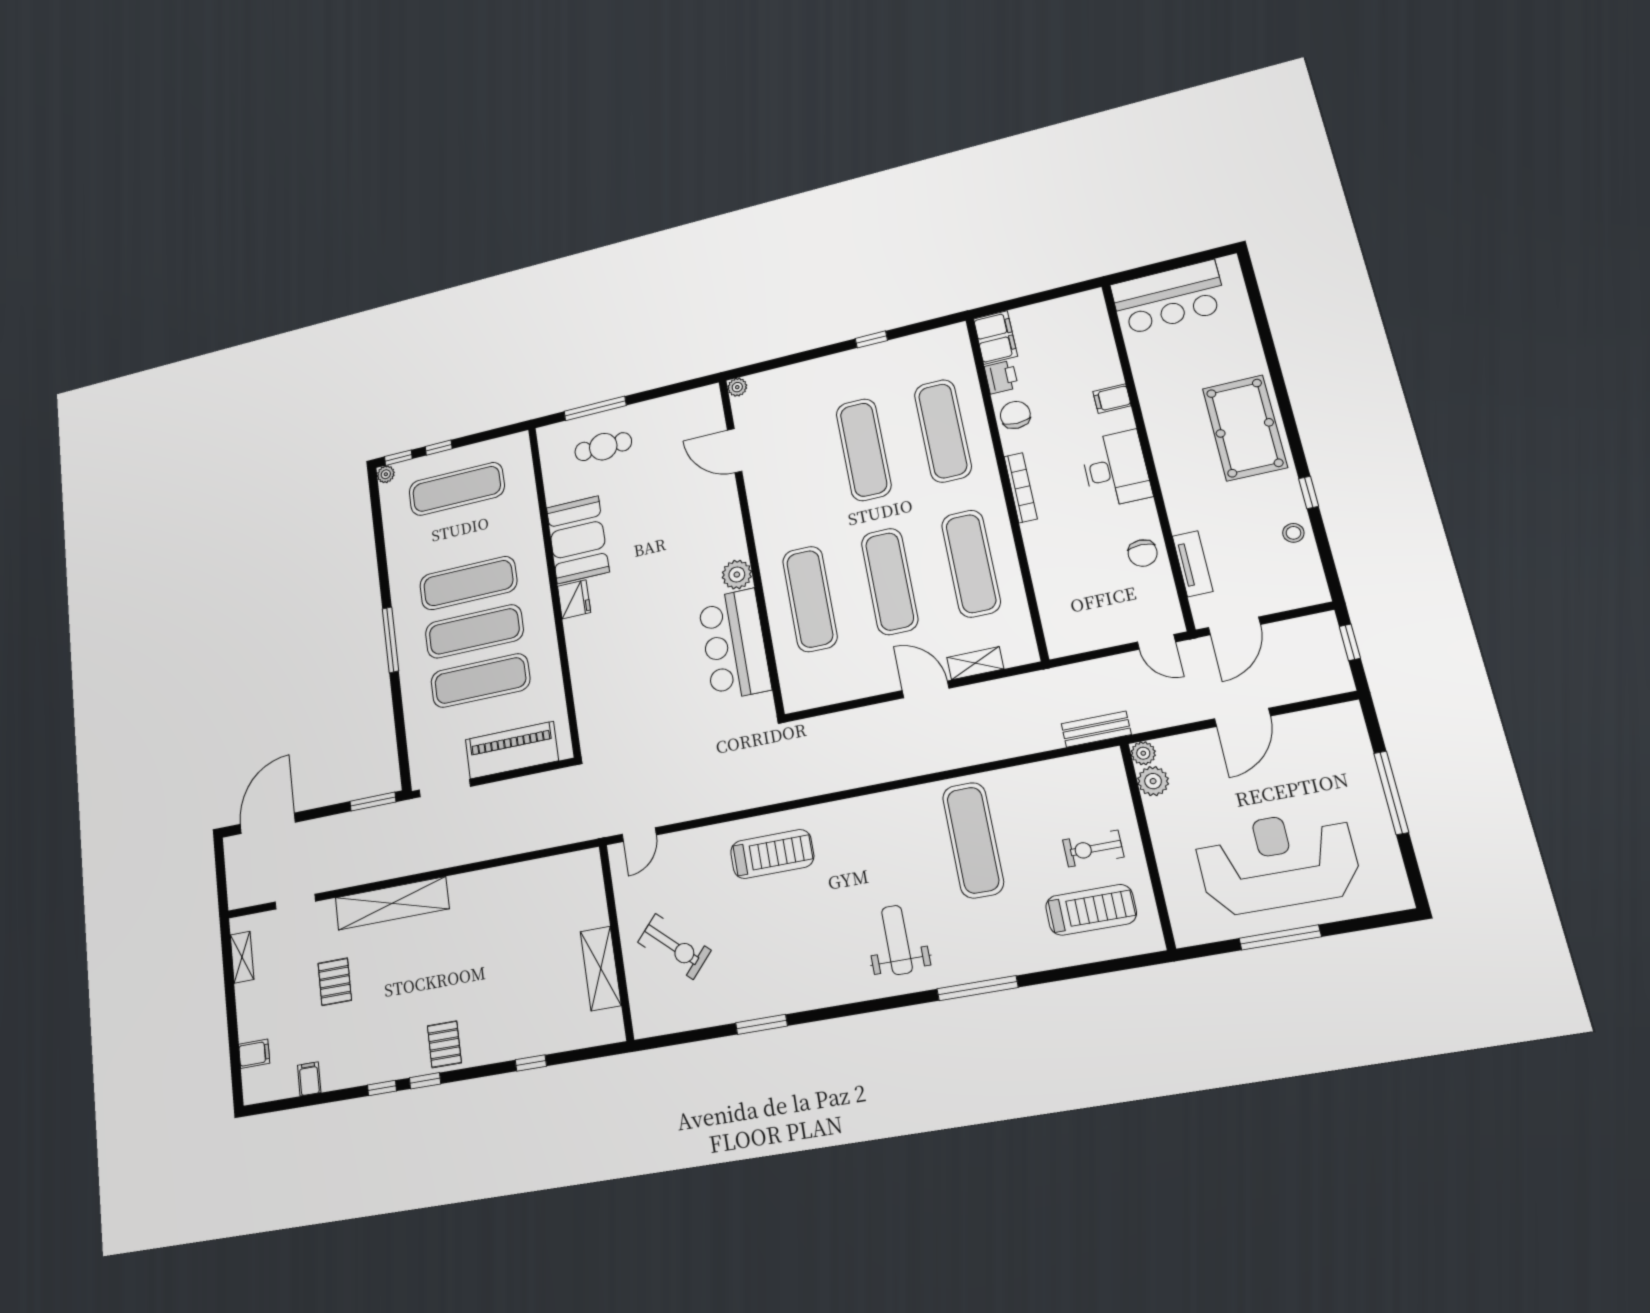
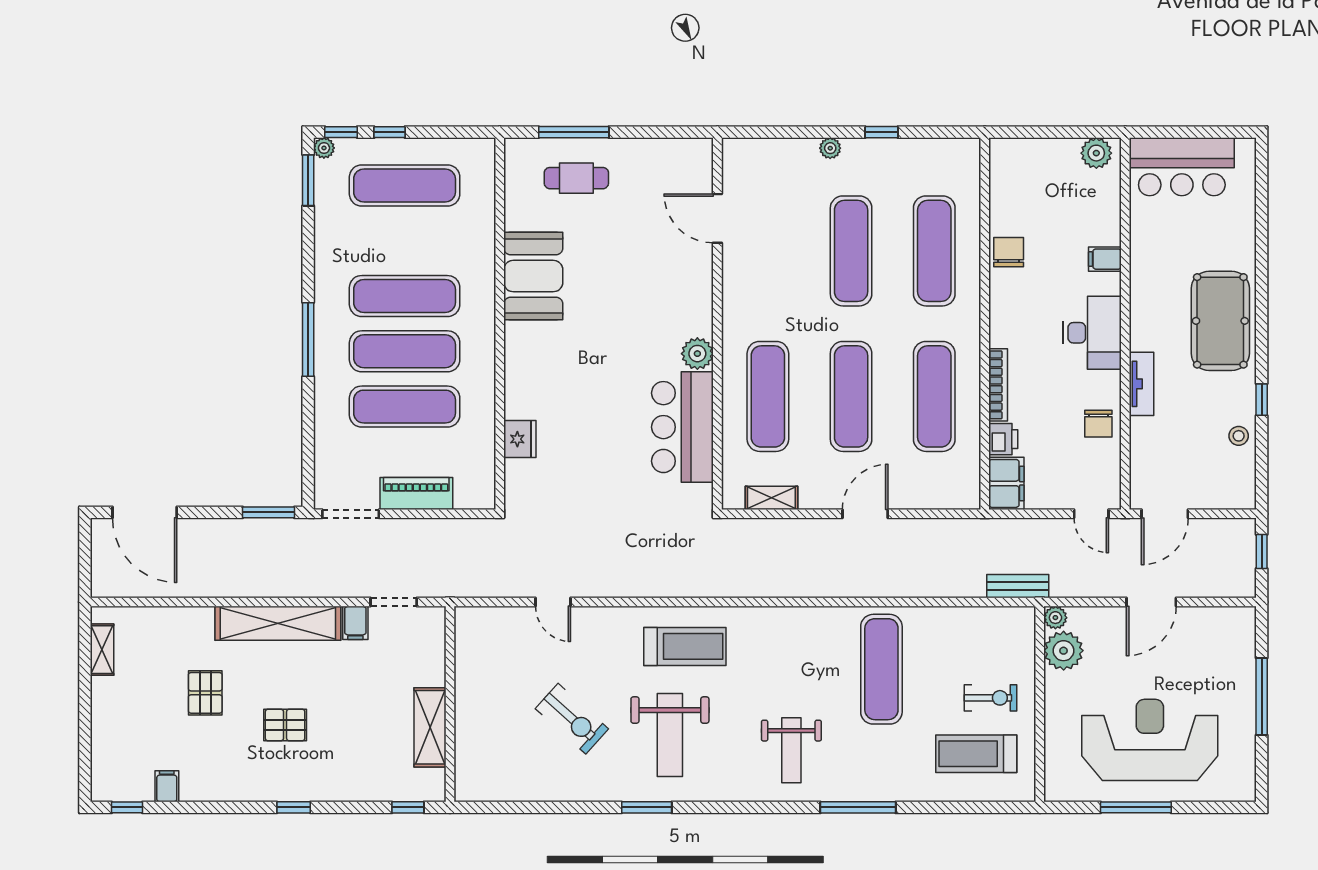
plant: (1081, 306) -> (1096, 153), added
filing cabinet: (995, 337) -> (1006, 483), moved
printer: (1001, 377) -> (1003, 439), moved
plant: (737, 387) -> (830, 148), moved
bookcase: (1021, 488) -> (998, 385), moved
window: (376, 504) -> (308, 180), added
tv unit: (1193, 564) -> (1142, 384), moved
fridge: (574, 599) -> (520, 439), moved
shelving: (975, 663) -> (771, 498), moved
door: (926, 689) -> (865, 514), hinge flipped
piano: (512, 750) -> (416, 494), width x0.73, depth x0.75
plant: (1153, 781) -> (1064, 651), width x1.36, depth x1.36
door: (268, 823) -> (145, 512), swing flipped
door: (639, 835) -> (553, 602), hinge flipped
exercise bike: (1093, 849) -> (991, 698), turned 180
doorway: (295, 902) -> (394, 602), moved
treadmill: (1091, 910) -> (976, 754), turned 180
weight bench: (897, 940) -> (791, 750), turned 180
wall: (616, 942) -> (450, 704), moved
weight bench: (772, 946) -> (670, 735), added
shelving: (601, 968) -> (430, 727), moved
pallet: (444, 1044) -> (285, 725), moved, turned 90
filing cabinet: (254, 1054) -> (355, 623), moved, turned 90
window: (382, 1088) -> (127, 807), moved

